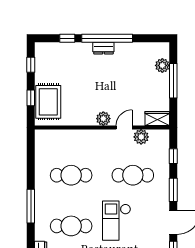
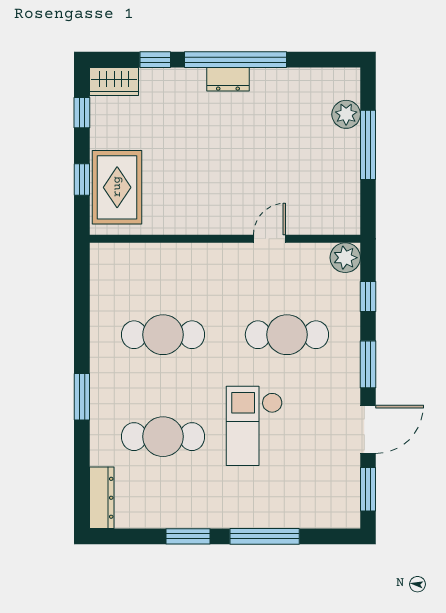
wardrobe: (157, 118) -> (114, 82), moved, turned 180
plant: (103, 119) -> (228, 221), removed
plant: (141, 137) -> (345, 258), moved
window: (31, 206) -> (82, 397), width x0.69

